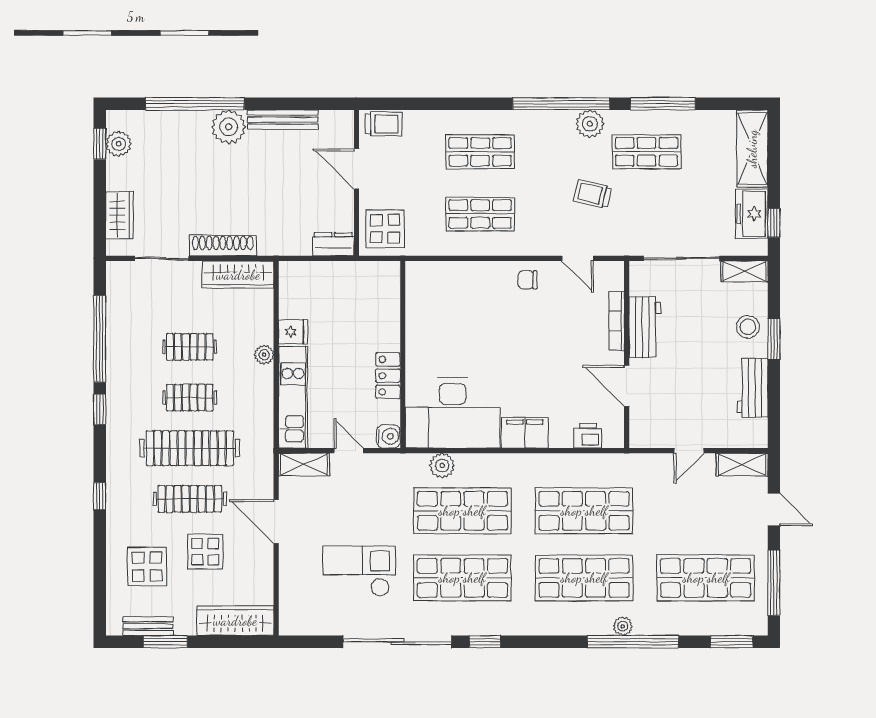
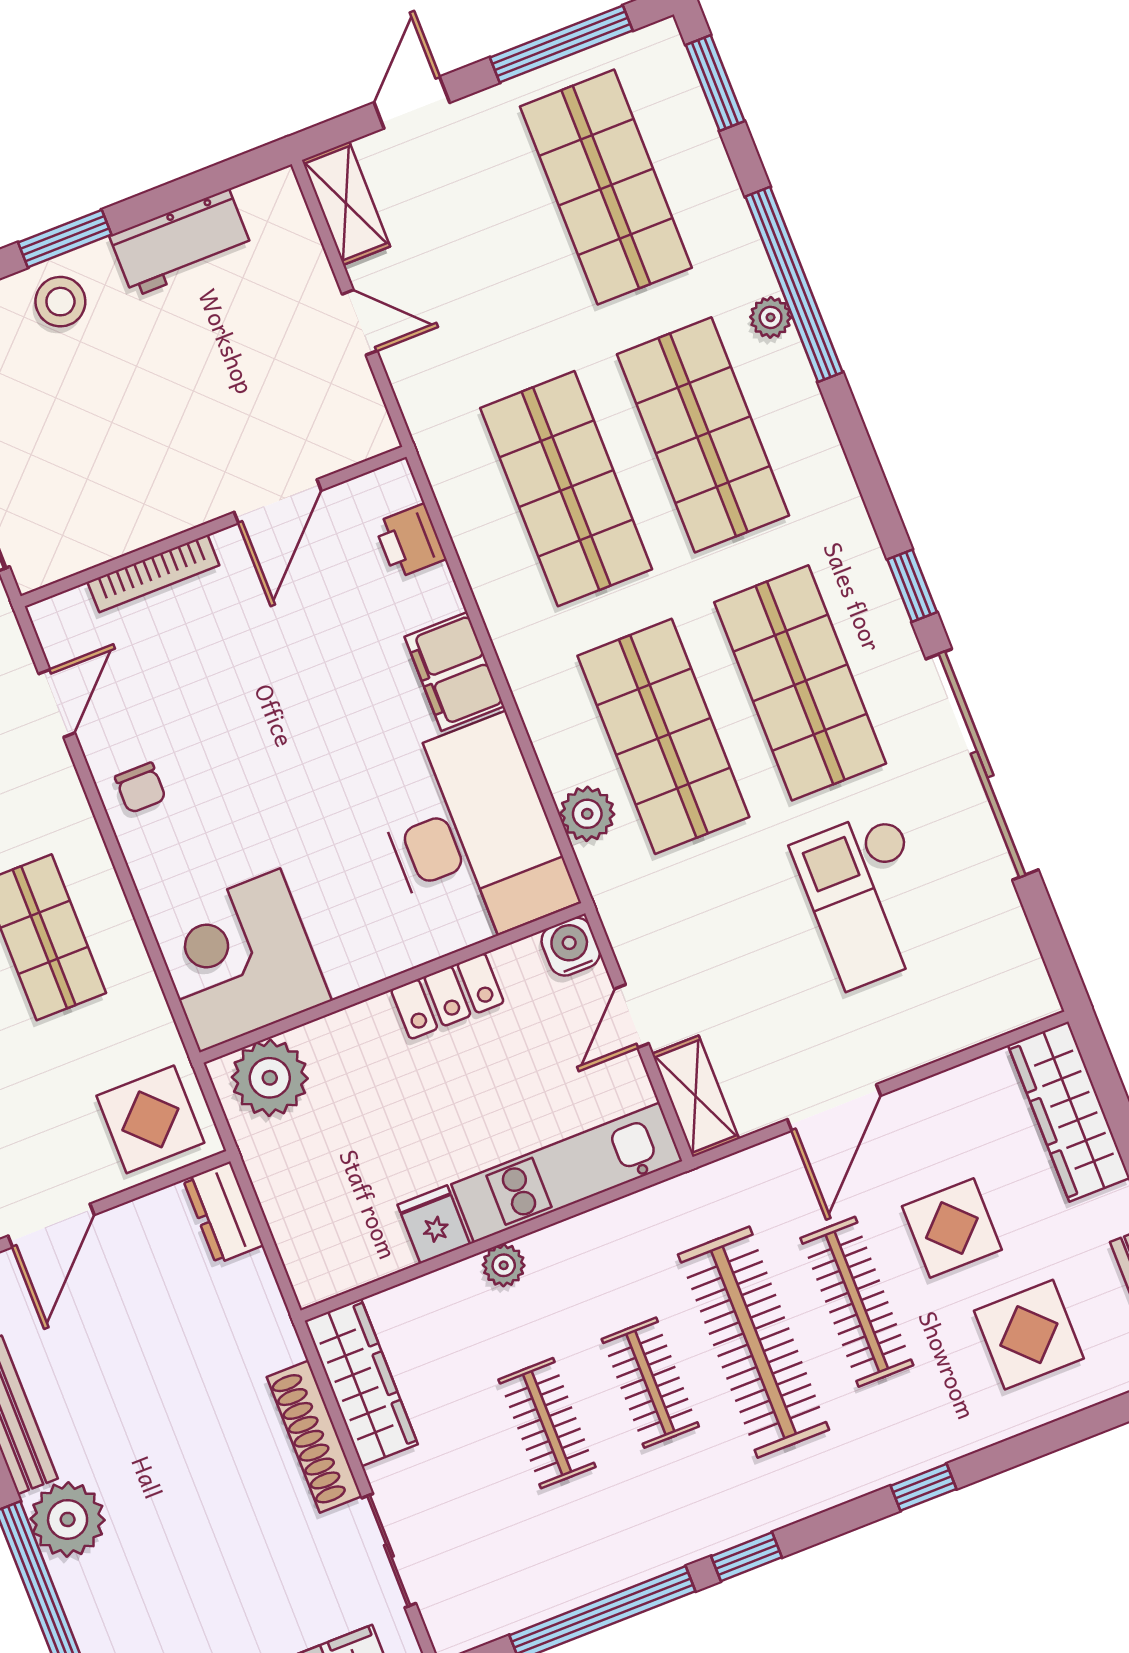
plant: (383, 286) -> (270, 1078), added
corner desk: (438, 293) -> (240, 961), added
workbench: (645, 327) -> (144, 511), removed

